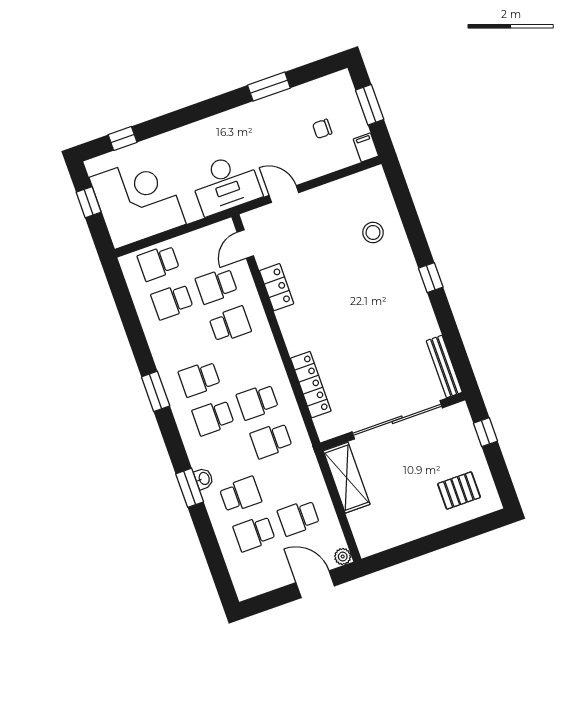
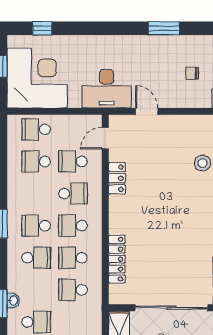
school desk: (244, 363) -> (73, 226), added
school desk: (213, 417) -> (36, 258), turned 180

